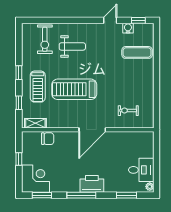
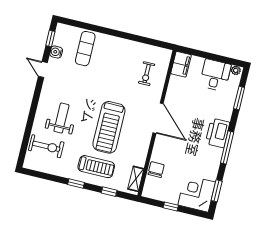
filing cabinet: (143, 138) -> (181, 64), added

